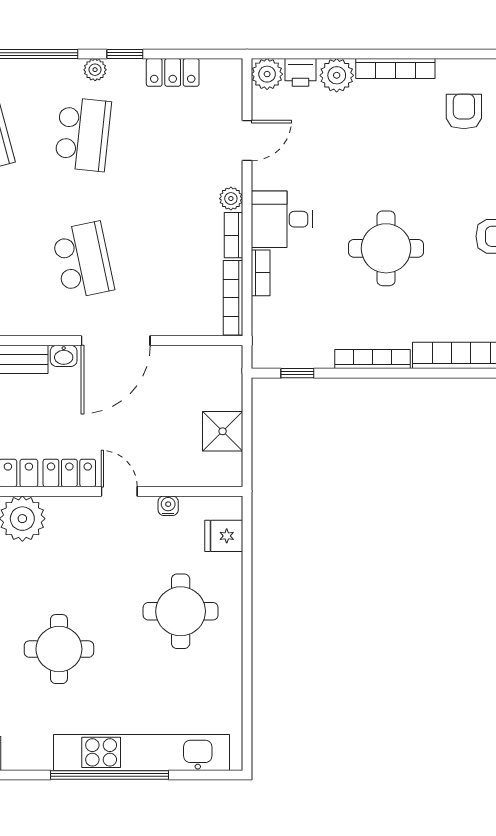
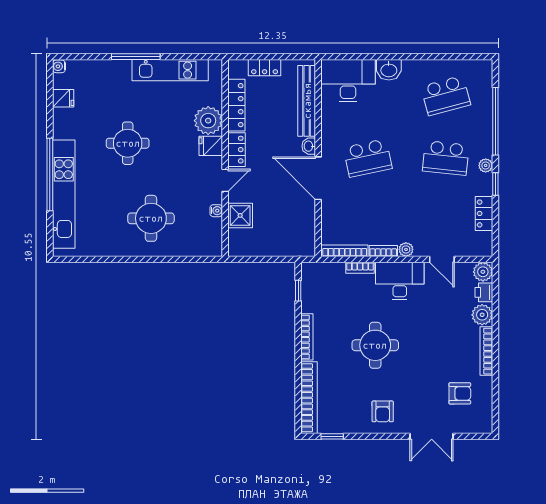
desk: (282, 219) -> (400, 281), width x1.37
shower: (223, 431) -> (240, 215), moved
fridge: (224, 536) -> (211, 146), moved, turned -90

